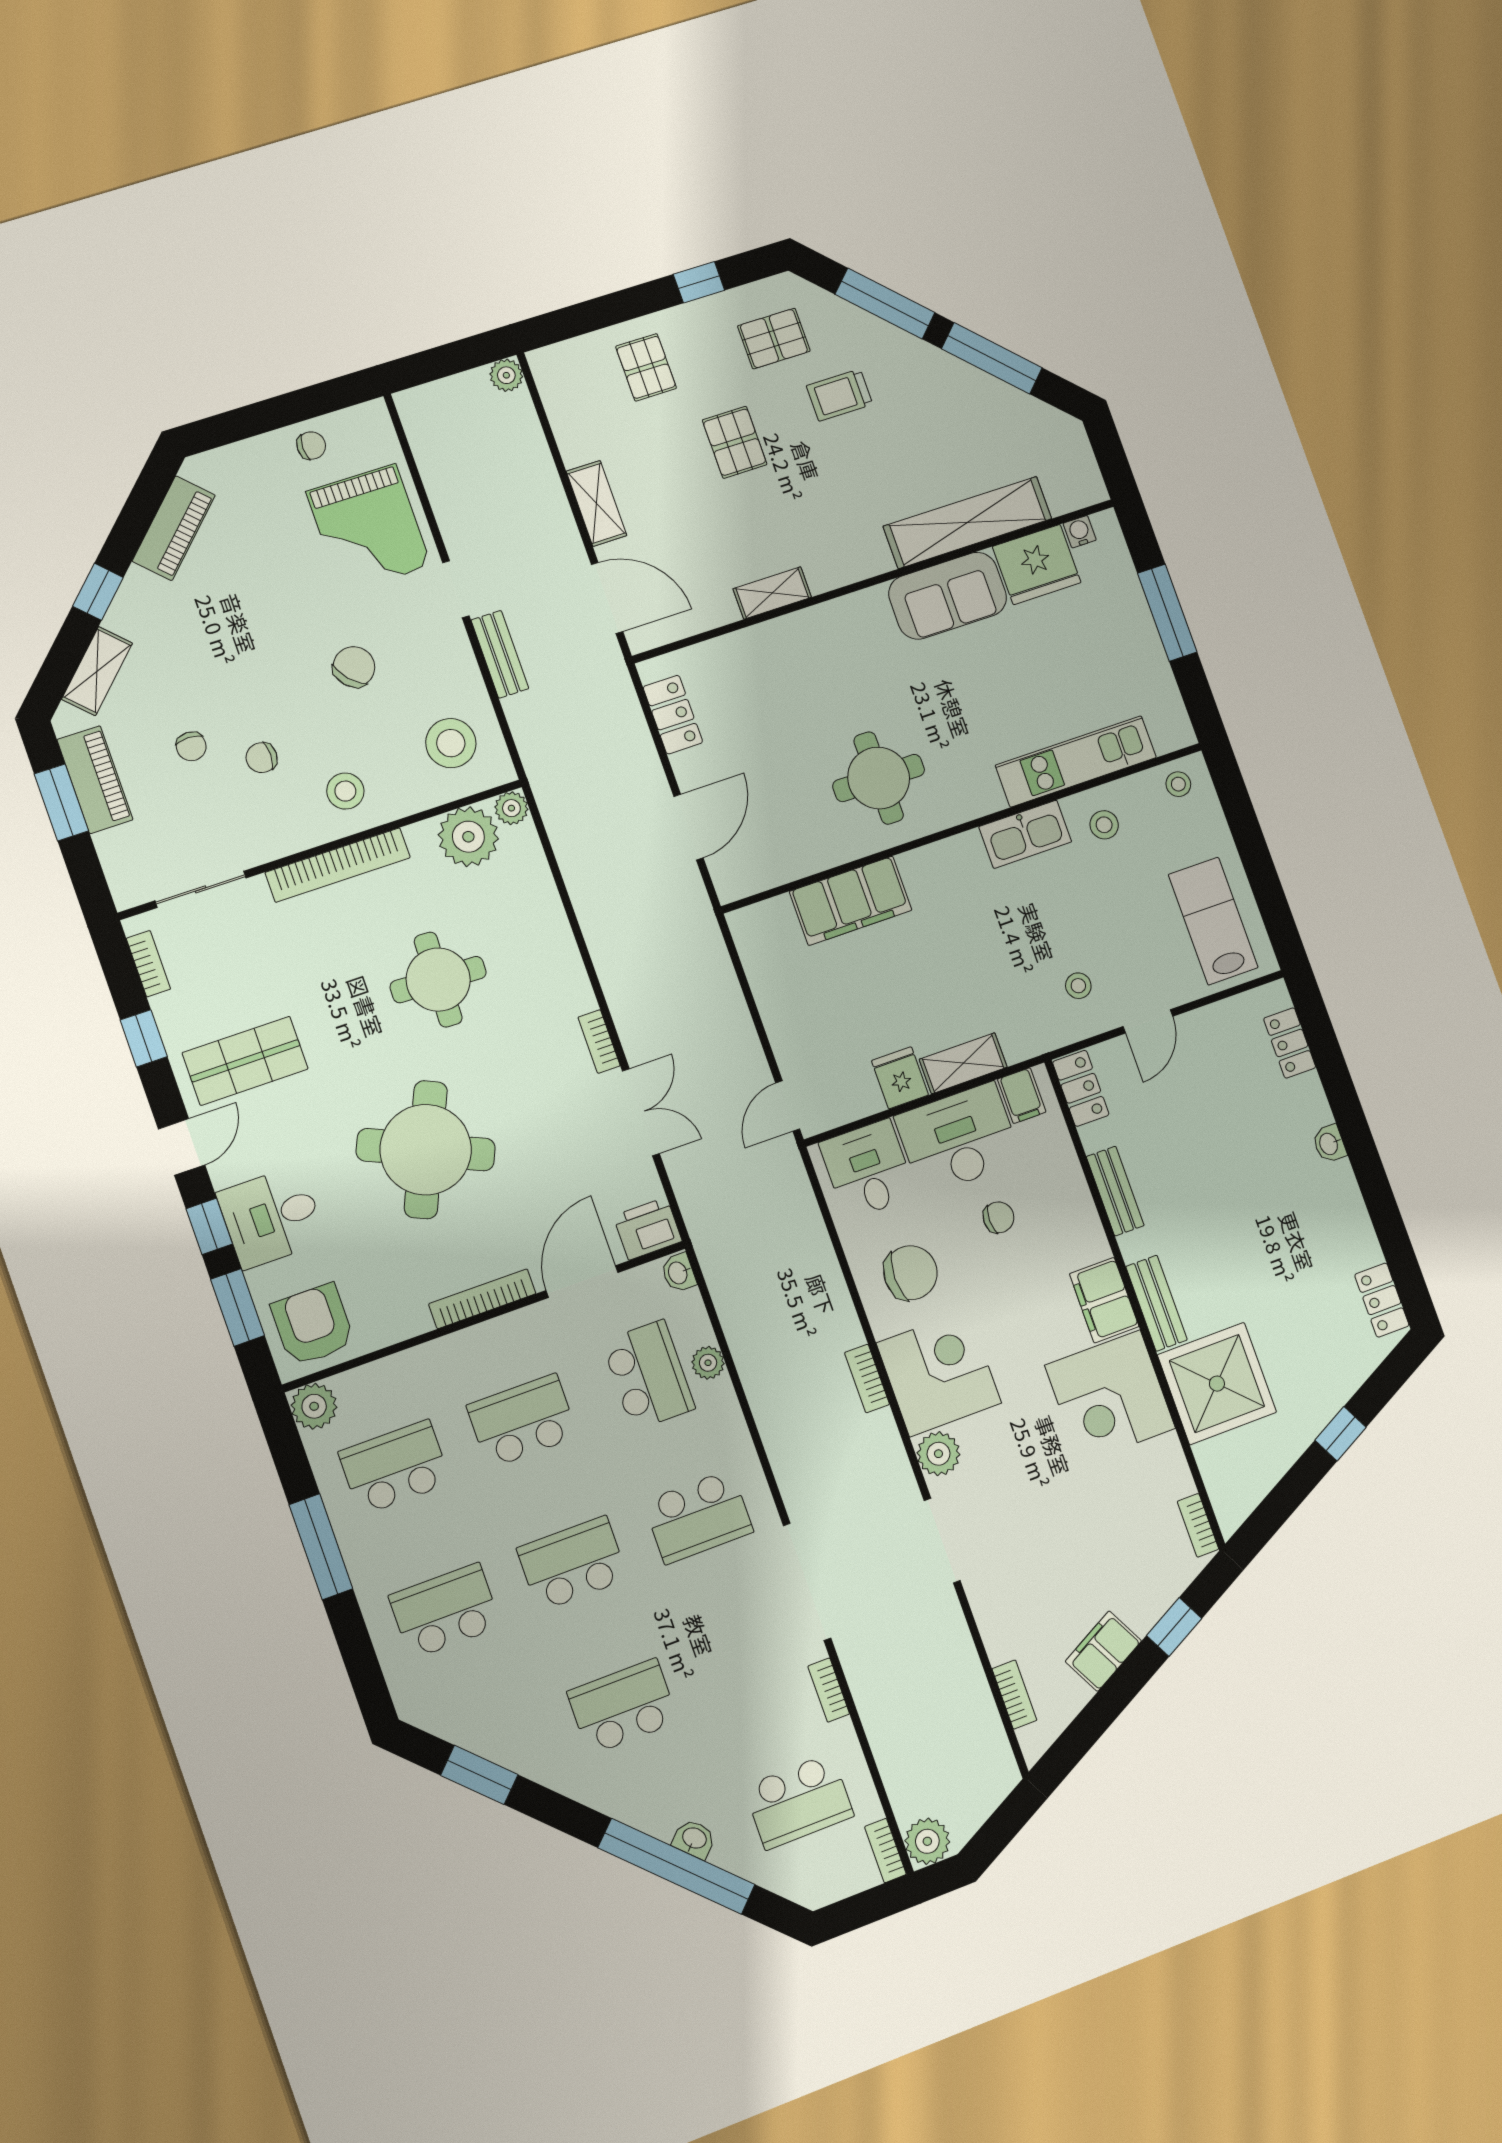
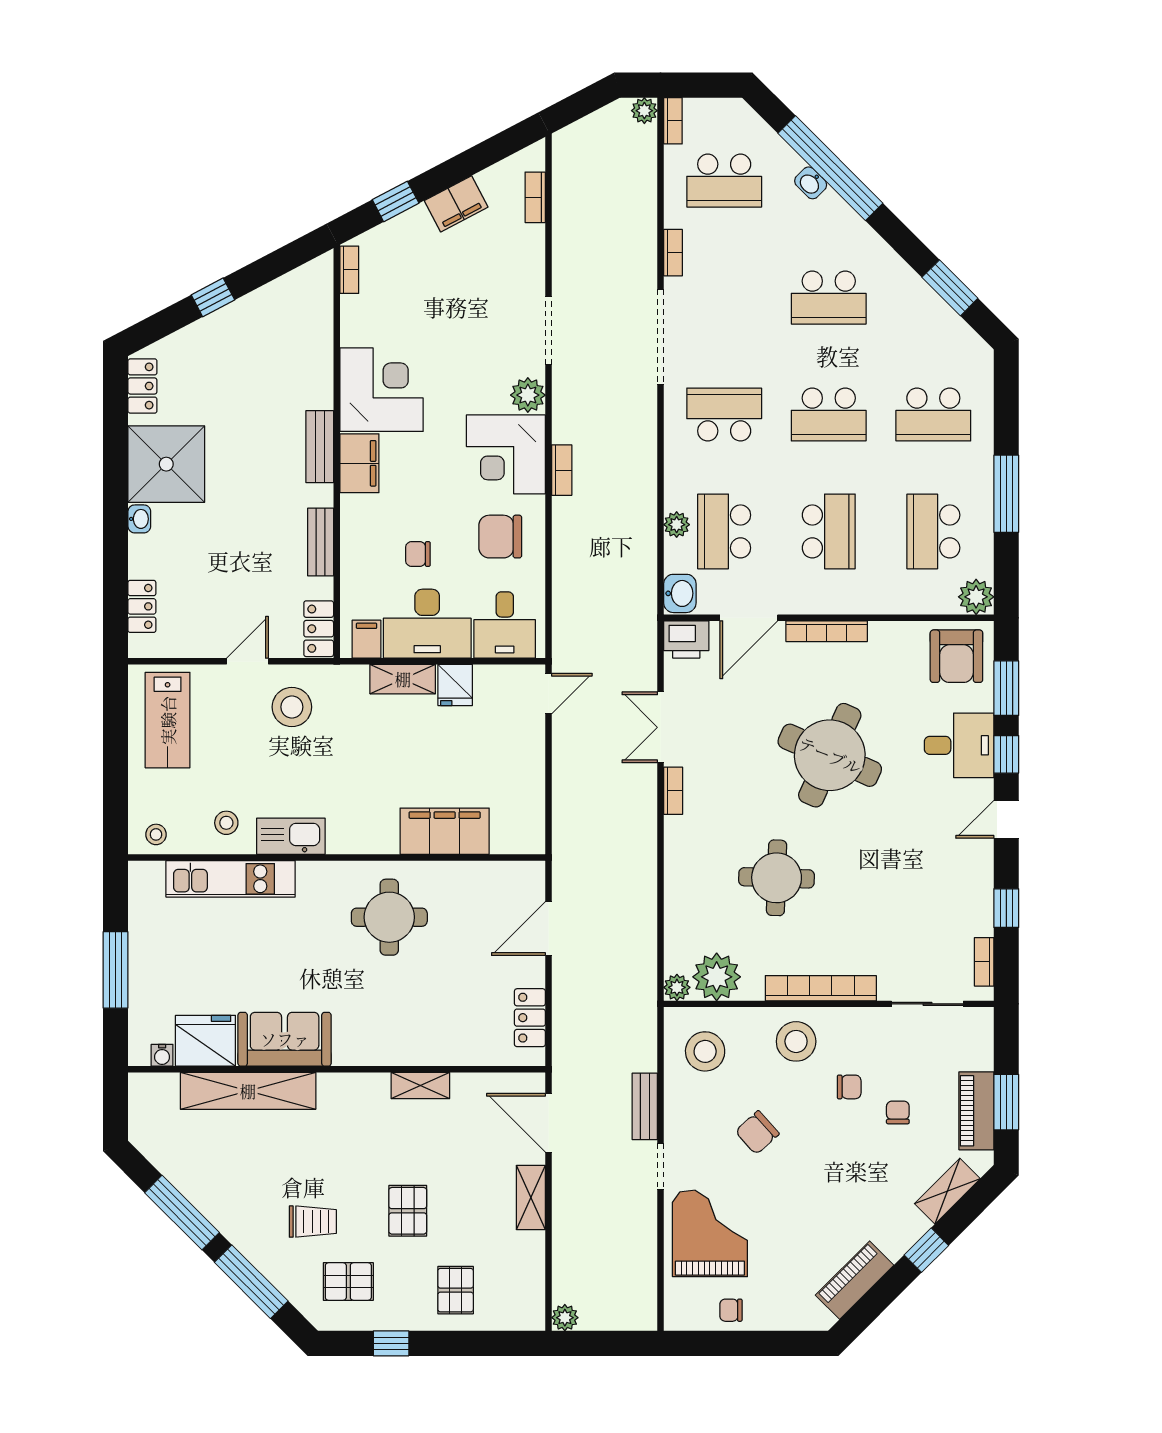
stool: (345, 791) -> (796, 1041), width x1.38, depth x1.38
stool: (1078, 986) -> (292, 707), width x1.89, depth x1.89
shop shelf: (245, 1061) -> (939, 866), removed
washbasin: (679, 1273) -> (680, 593), width x1.38, depth x1.45
shower: (1217, 1384) -> (166, 464), moved
school desk: (522, 1421) -> (829, 531), turned -90
school desk: (395, 1467) -> (933, 531), turned 90
school desk: (799, 1801) -> (724, 181), turned 180
plant: (927, 1841) -> (644, 111), width x0.73, depth x0.73

